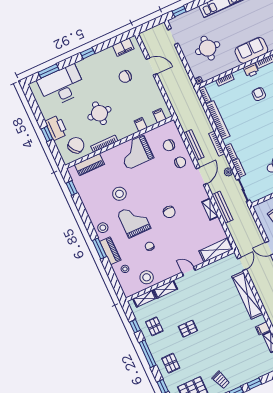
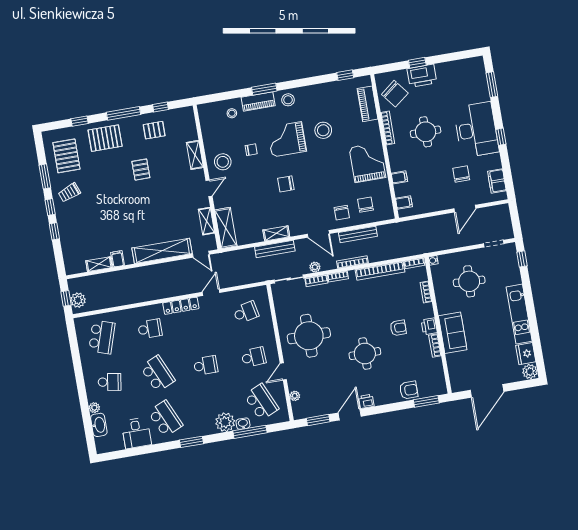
desk: (62, 86) -> (476, 130), moved
grand piano: (134, 220) -> (287, 139), turned 180
stool: (147, 277) -> (223, 162), moved
shelving: (144, 299) -> (207, 221), moved
pallet: (171, 363) -> (105, 138), width x1.50, depth x1.42

